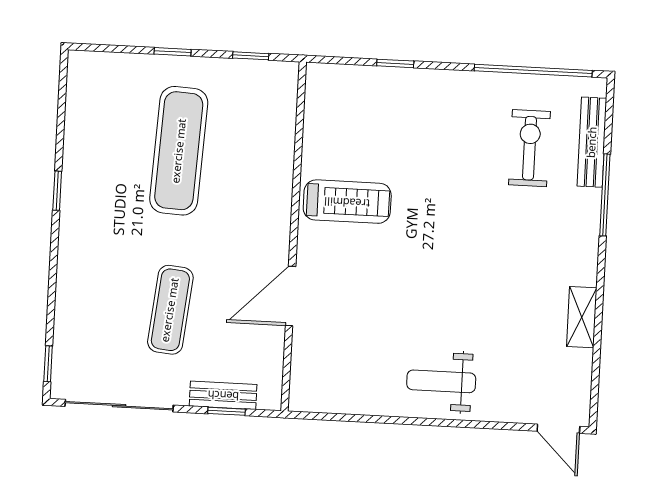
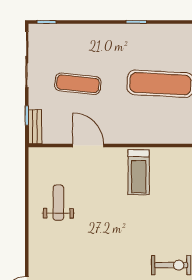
weight bench: (441, 381) -> (58, 203), moved
bench: (223, 395) -> (35, 127), moved

